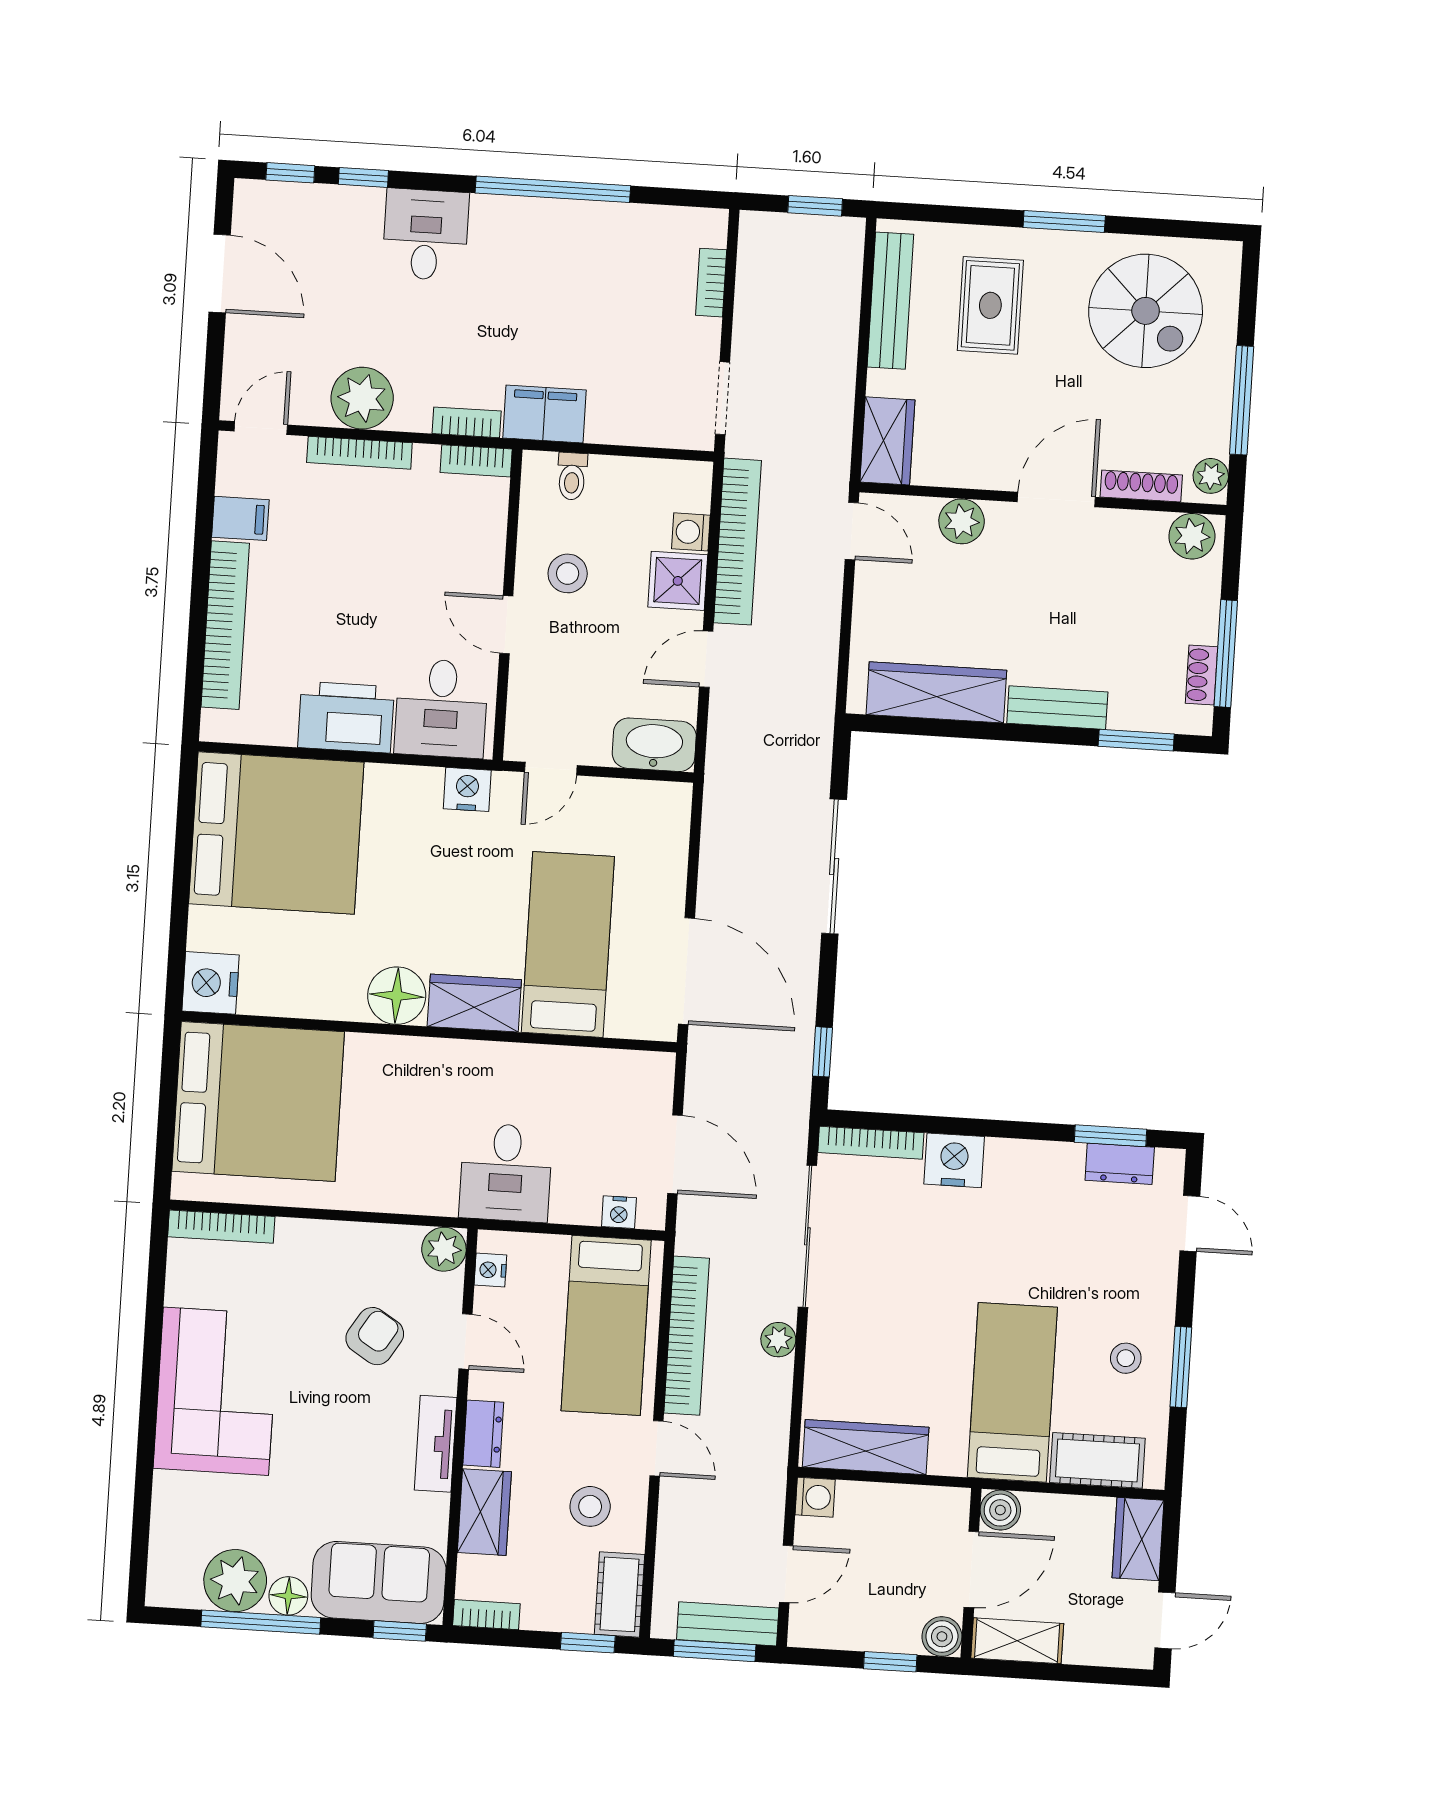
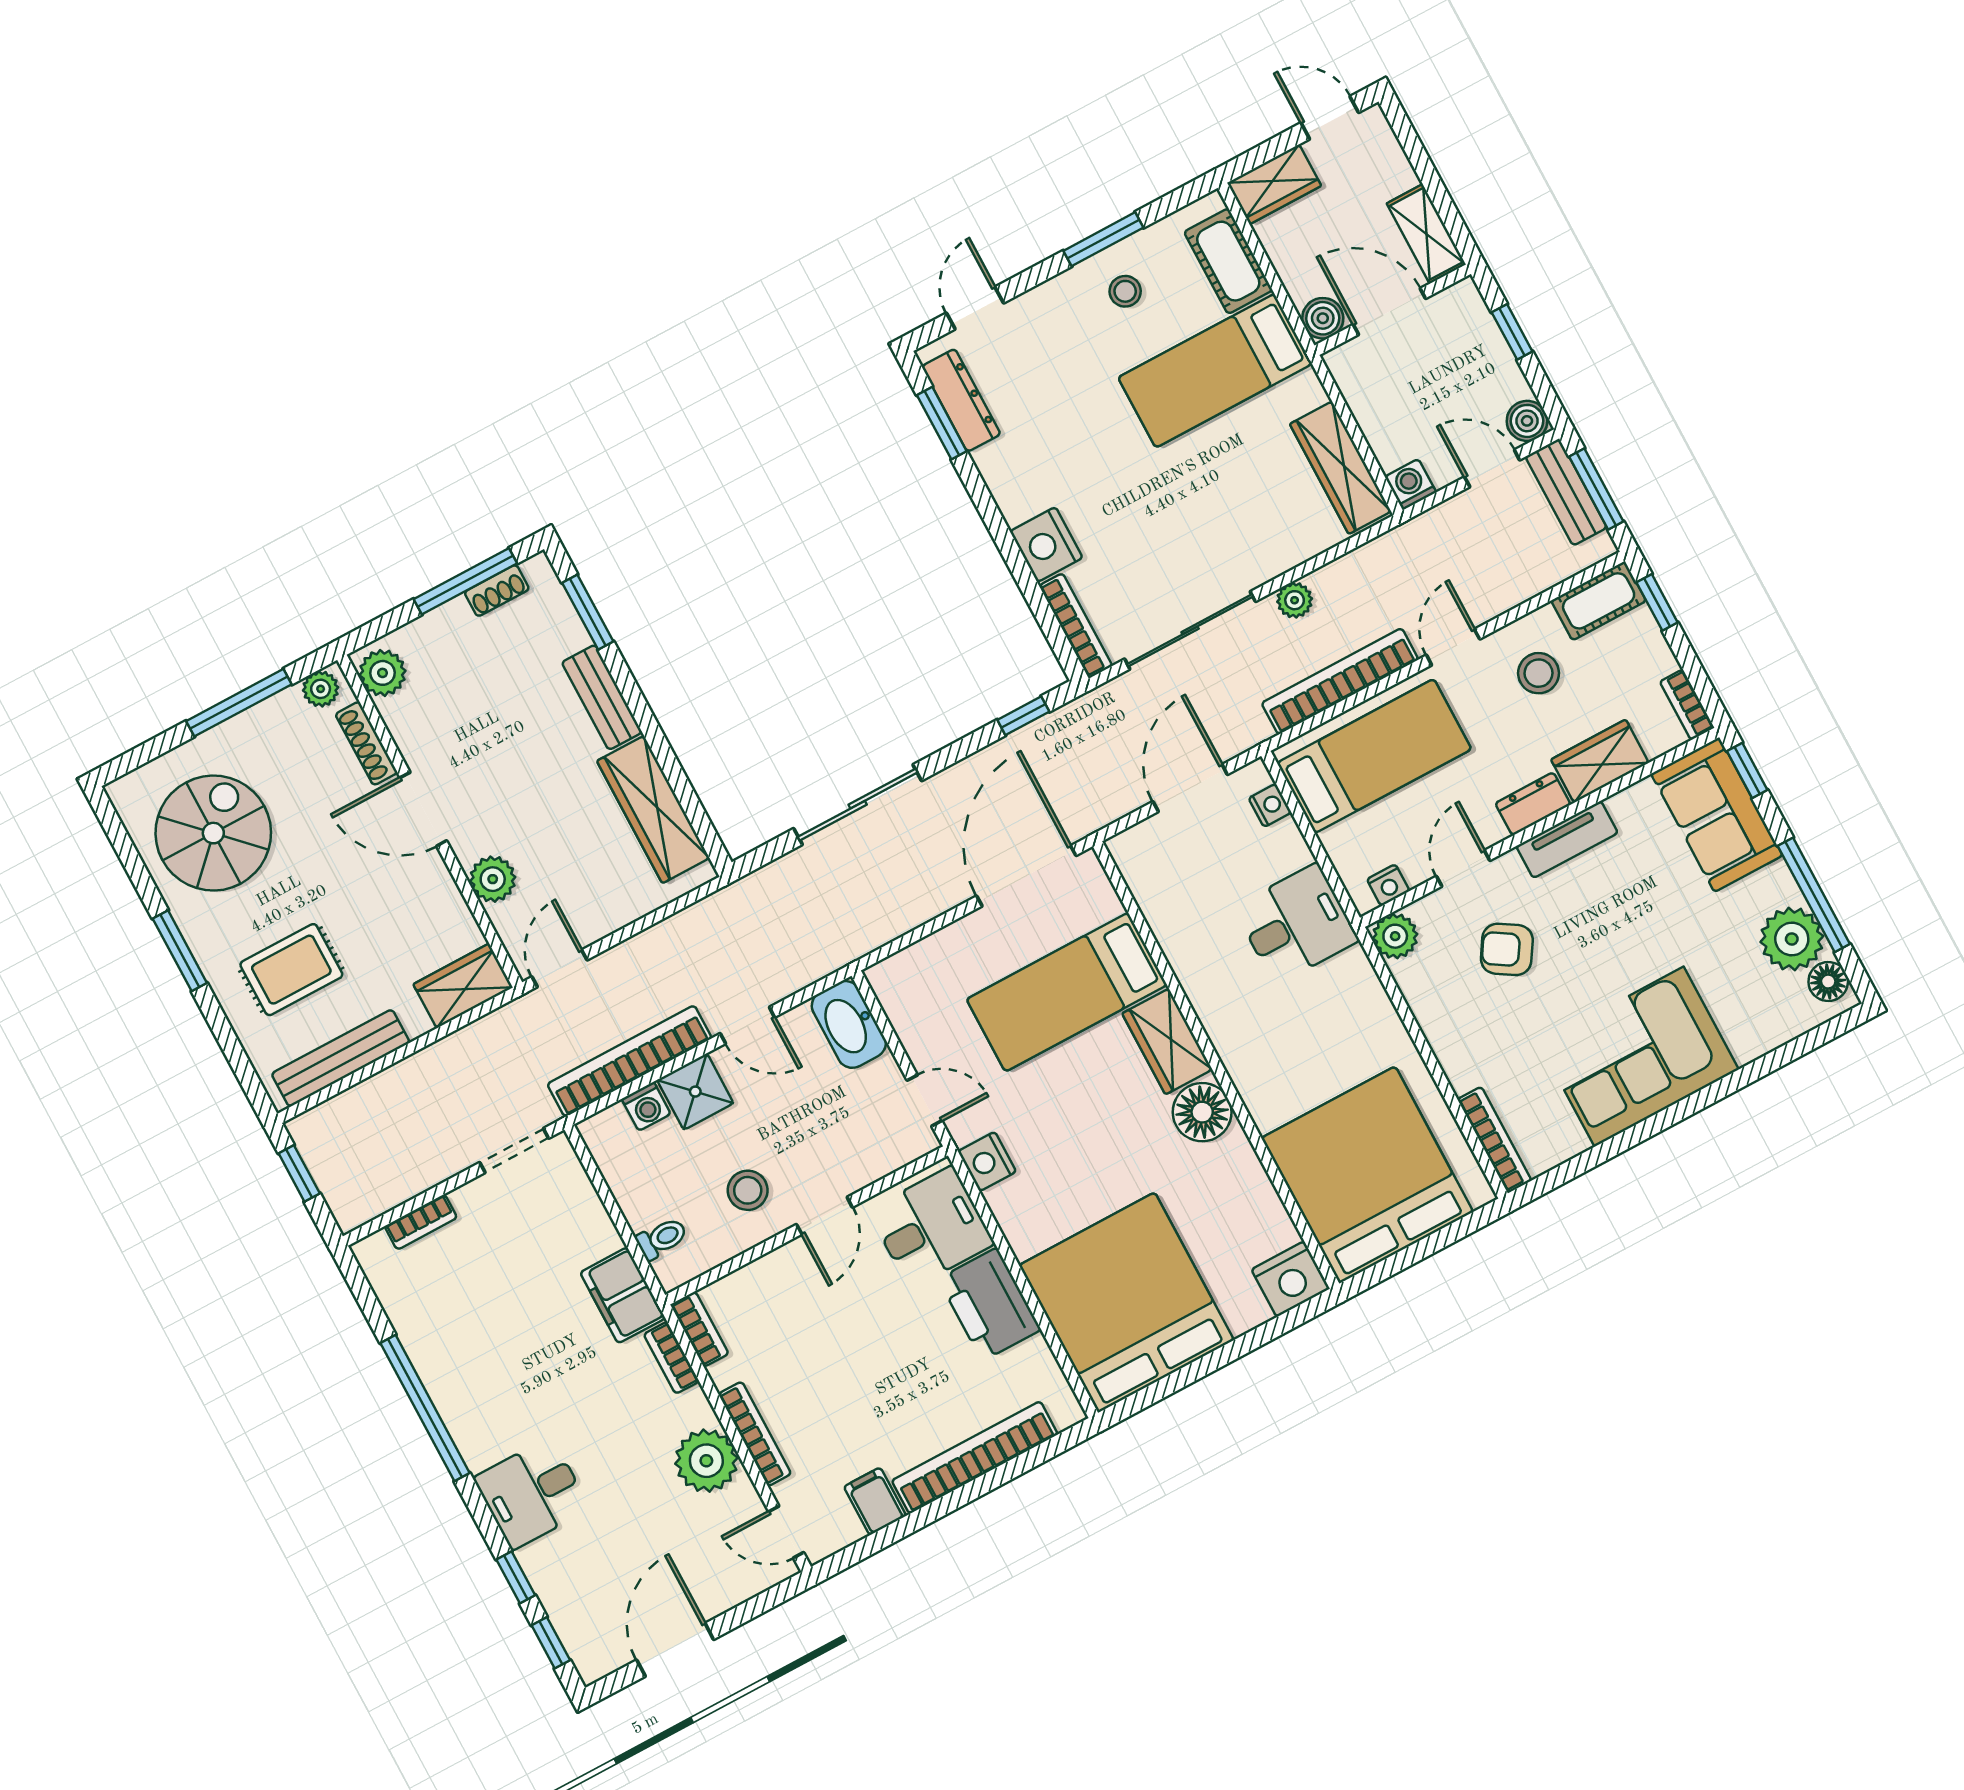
dresser: (1120, 1164) -> (961, 400), width x1.44
floor lamp: (288, 1596) -> (1828, 982), moved
boiler: (942, 1636) -> (1527, 421), moved

